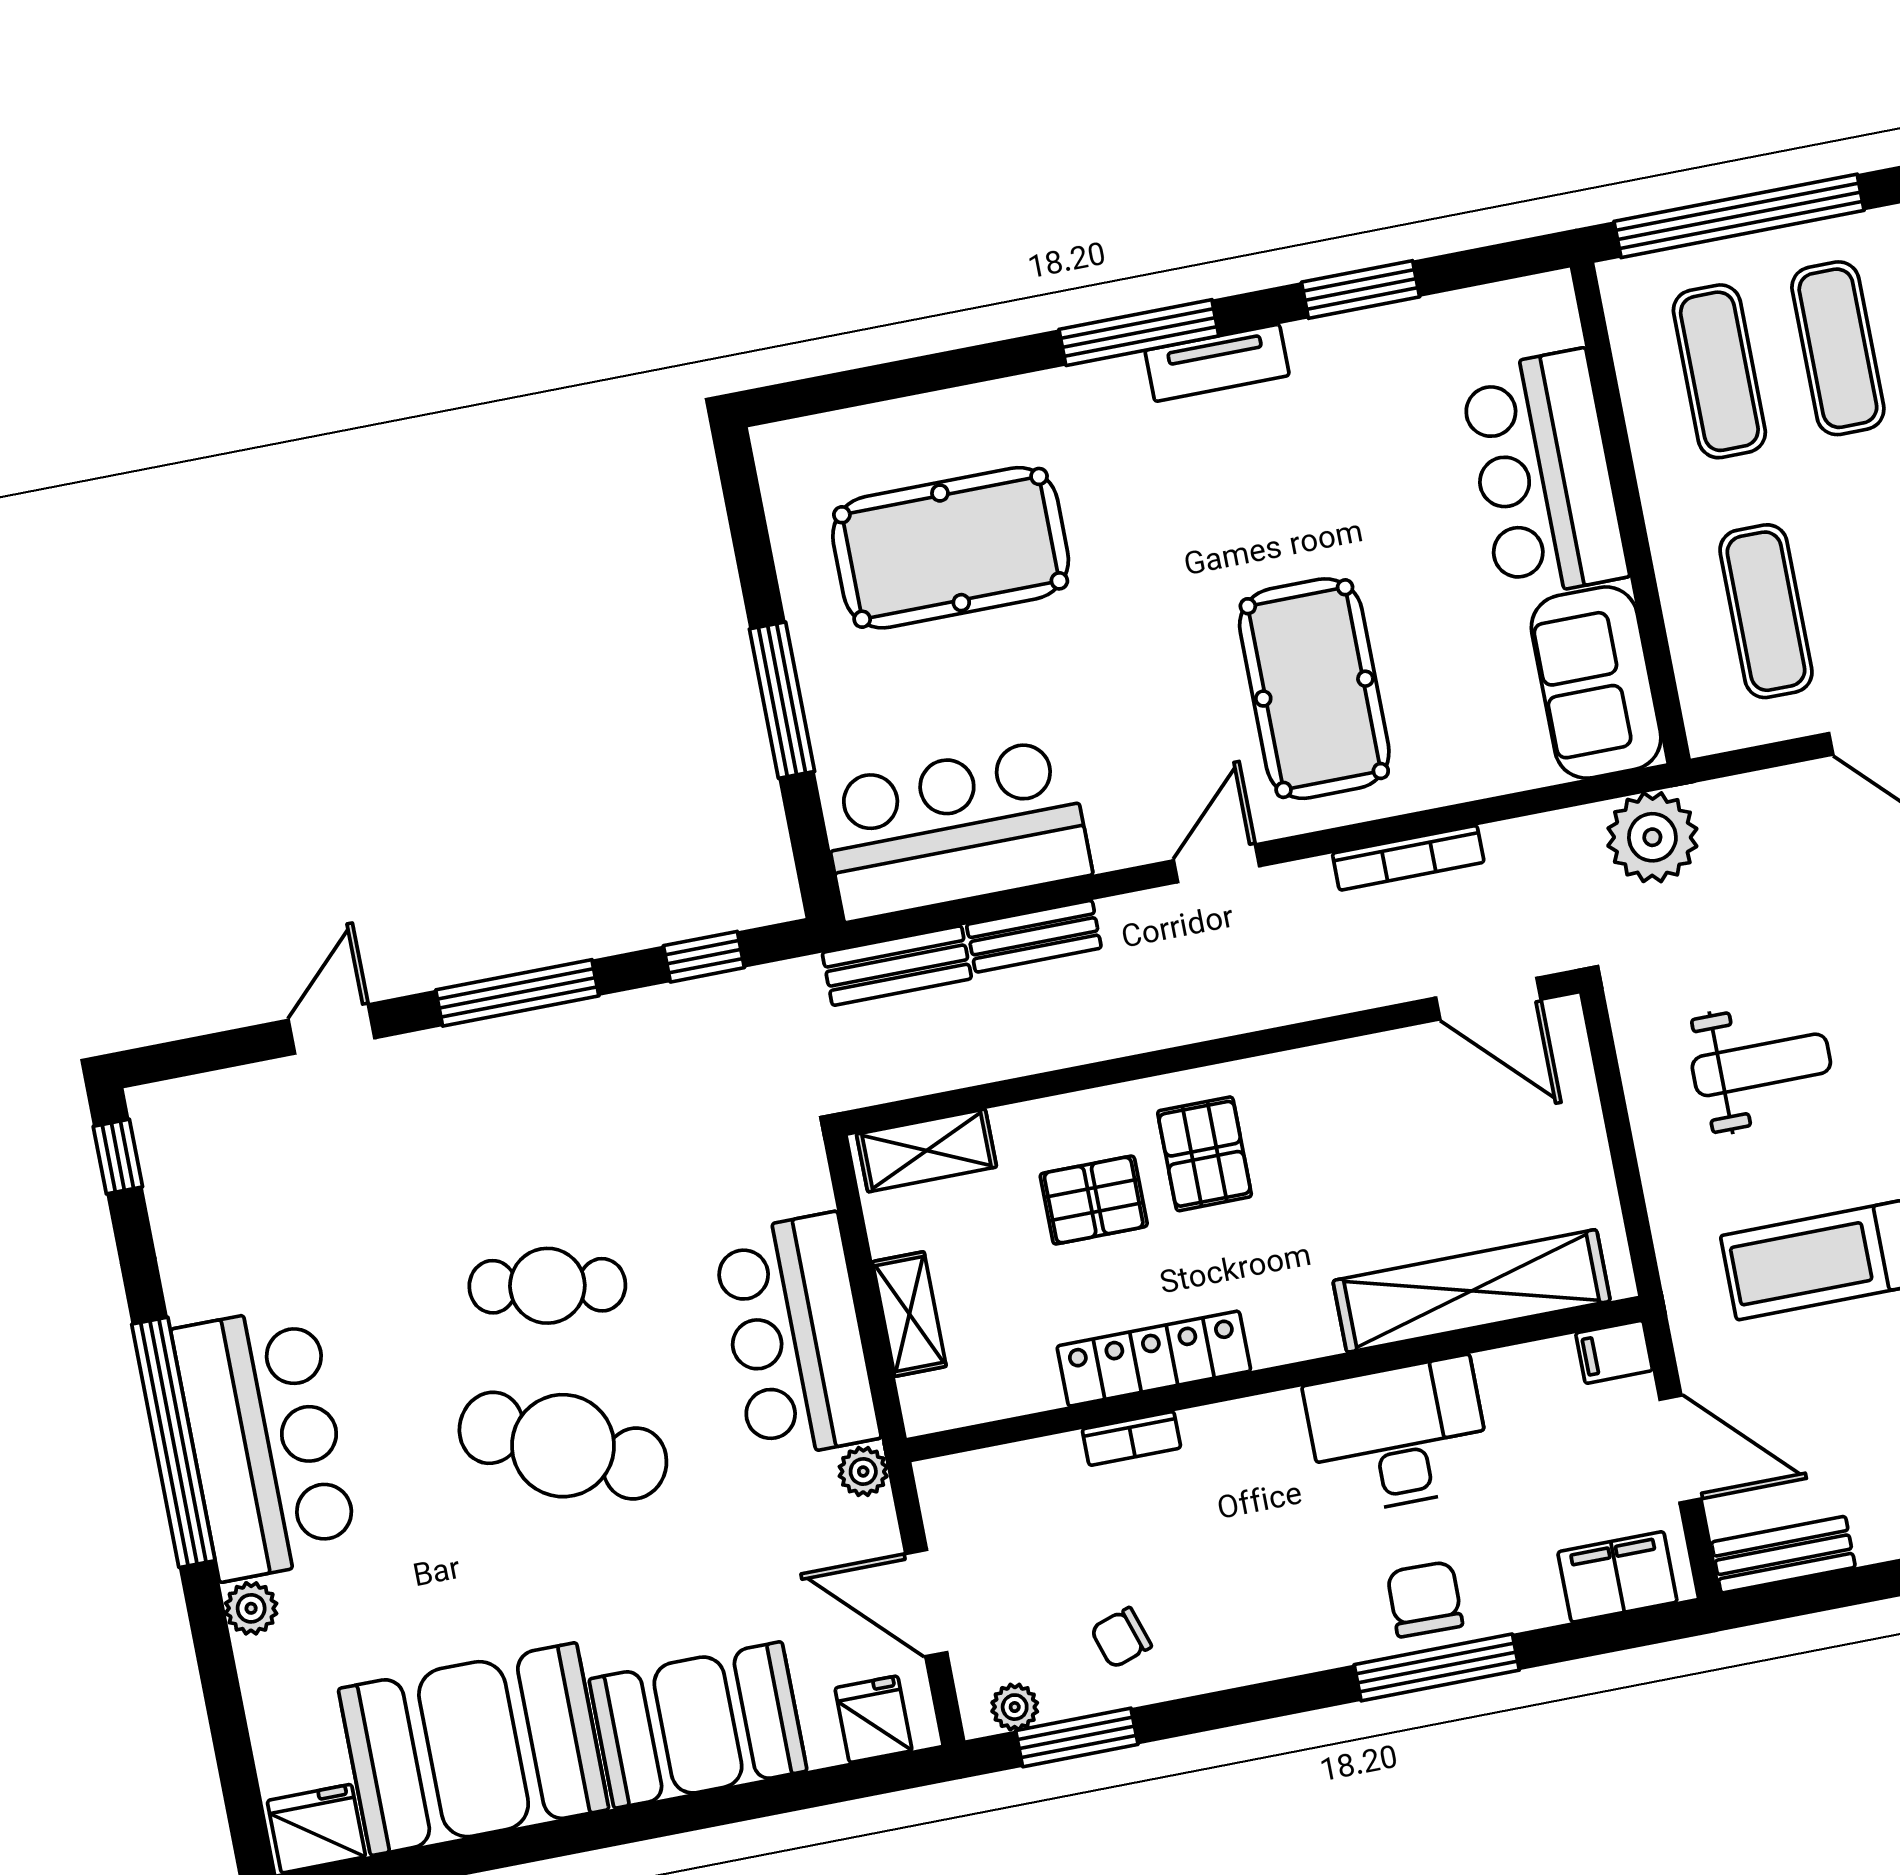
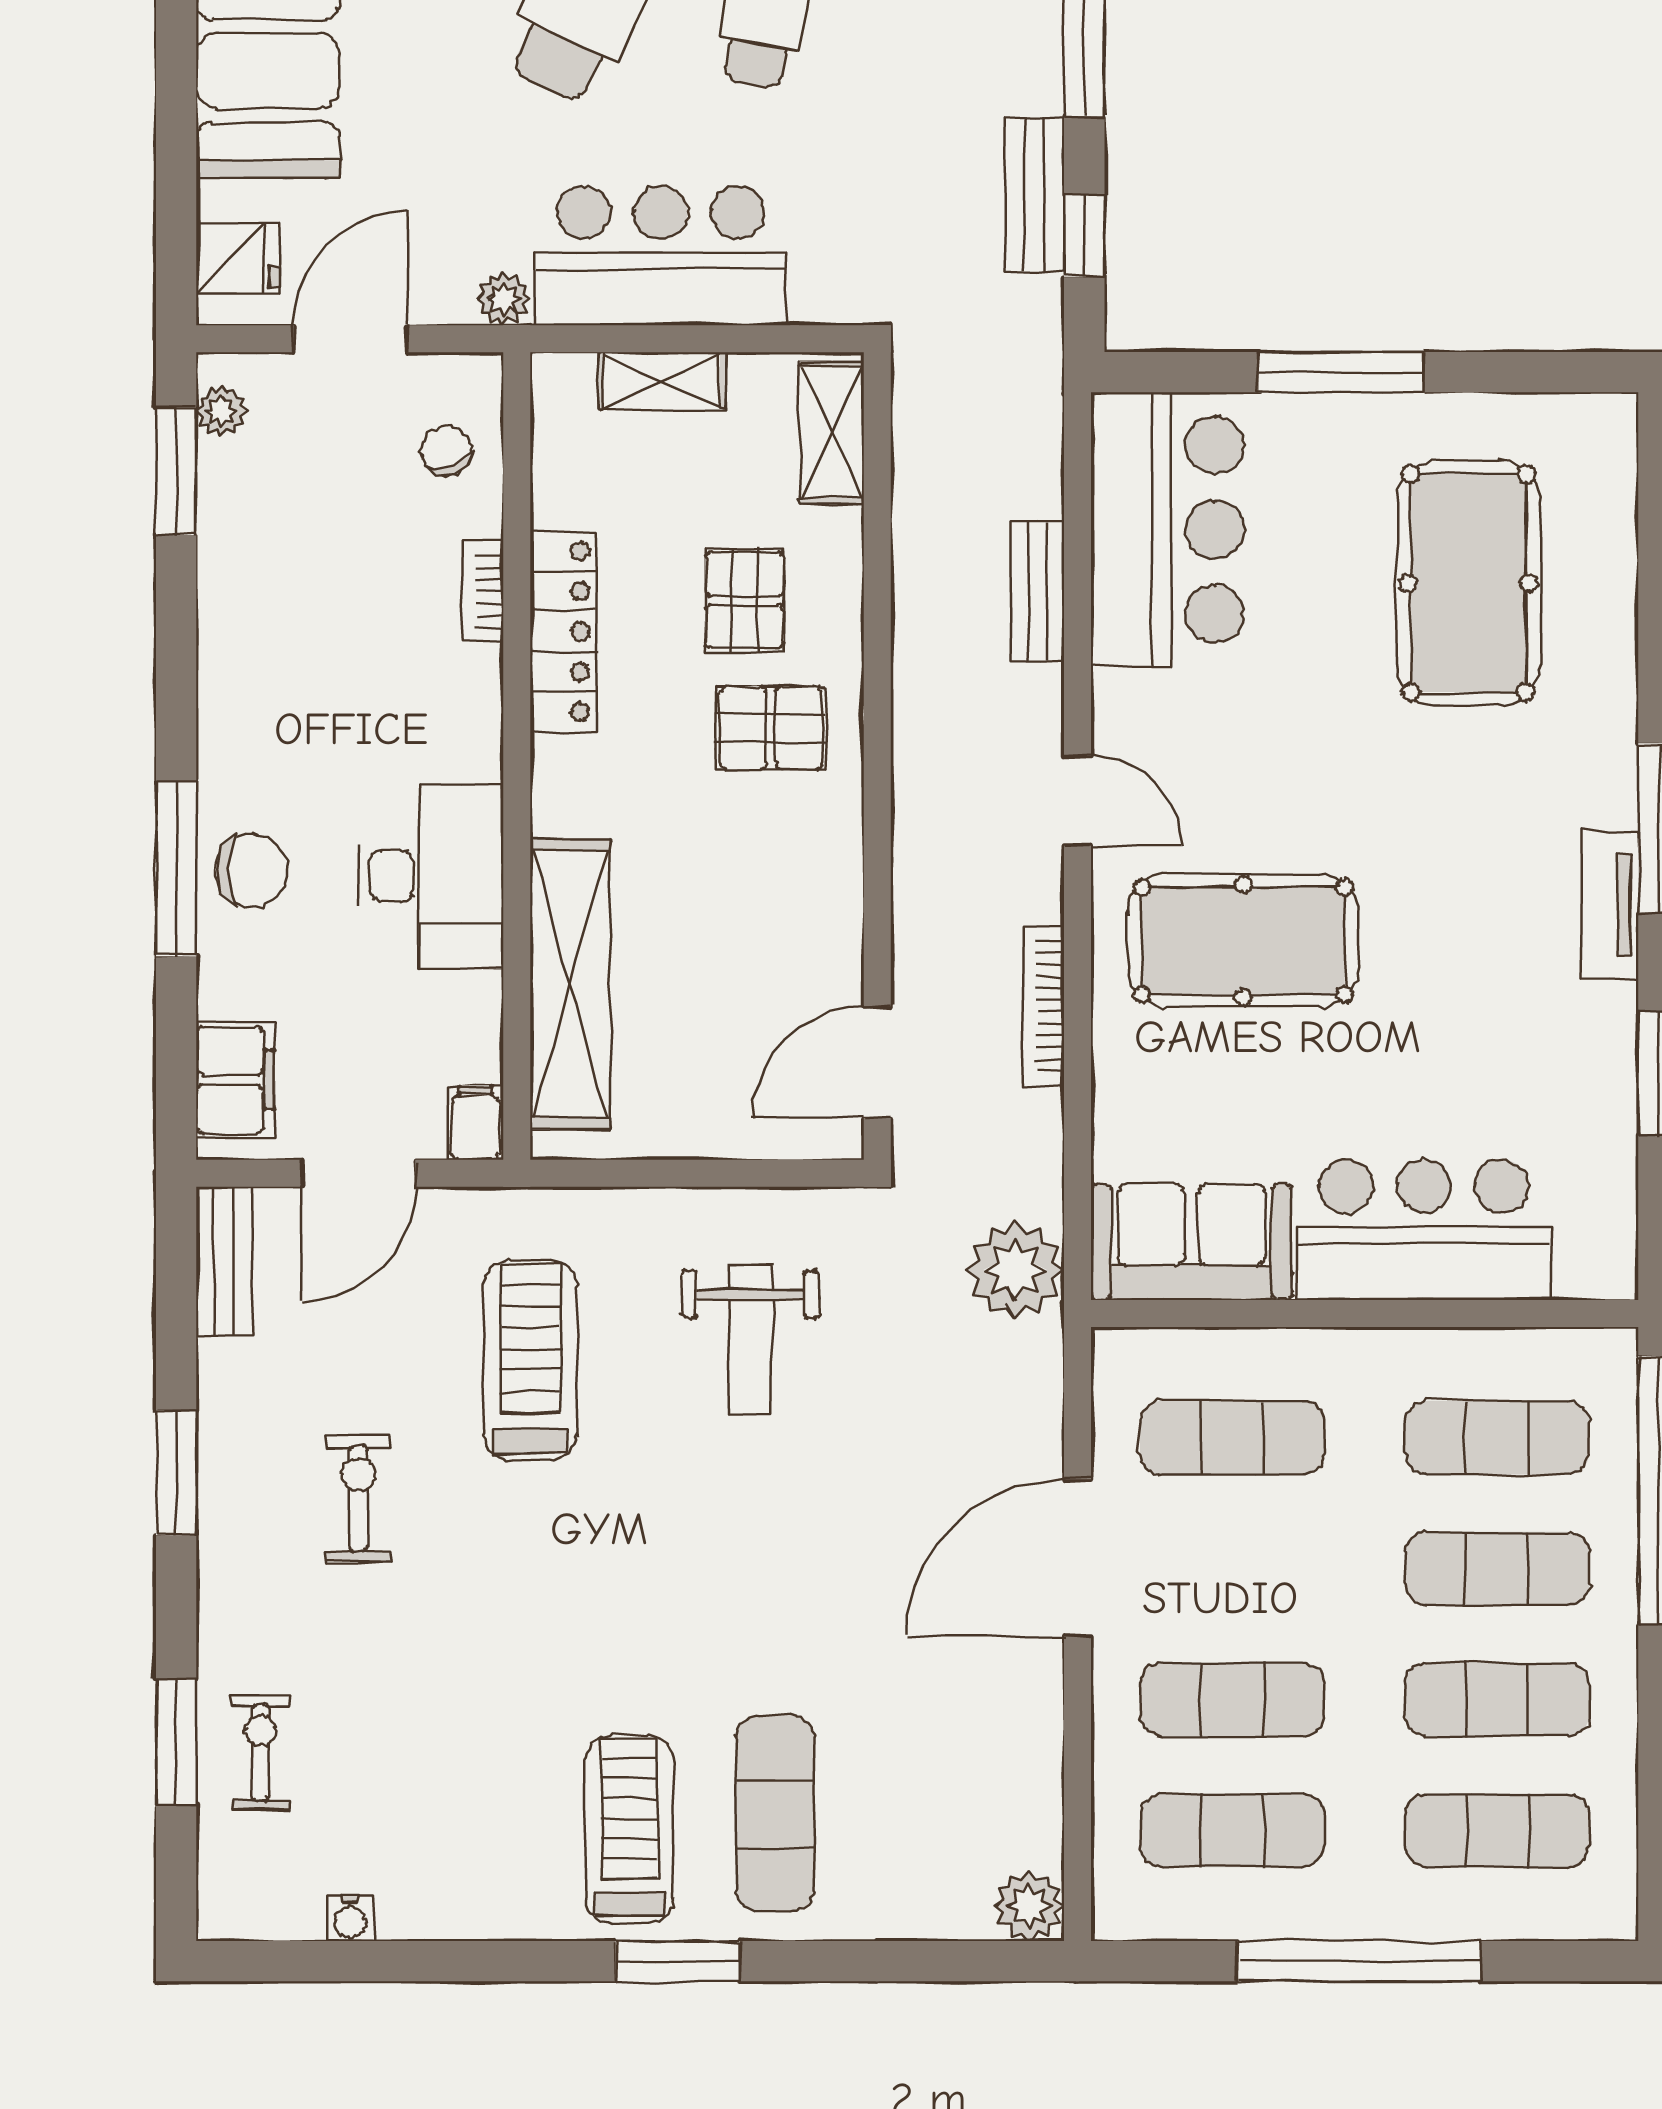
bench: (897, 966) -> (1035, 195), moved
chair: (1121, 1638) -> (446, 451), moved

